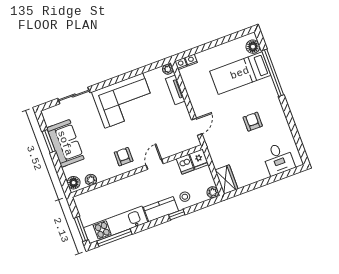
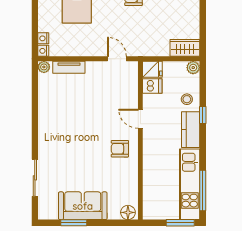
corner sofa: (124, 101) -> (60, 126), removed
plant: (91, 180) -> (132, 193), removed

